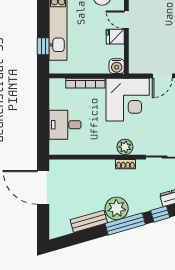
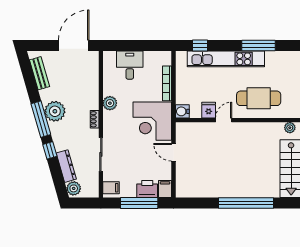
plant: (125, 147) -> (110, 103), moved
bench: (89, 221) -> (40, 73), moved

